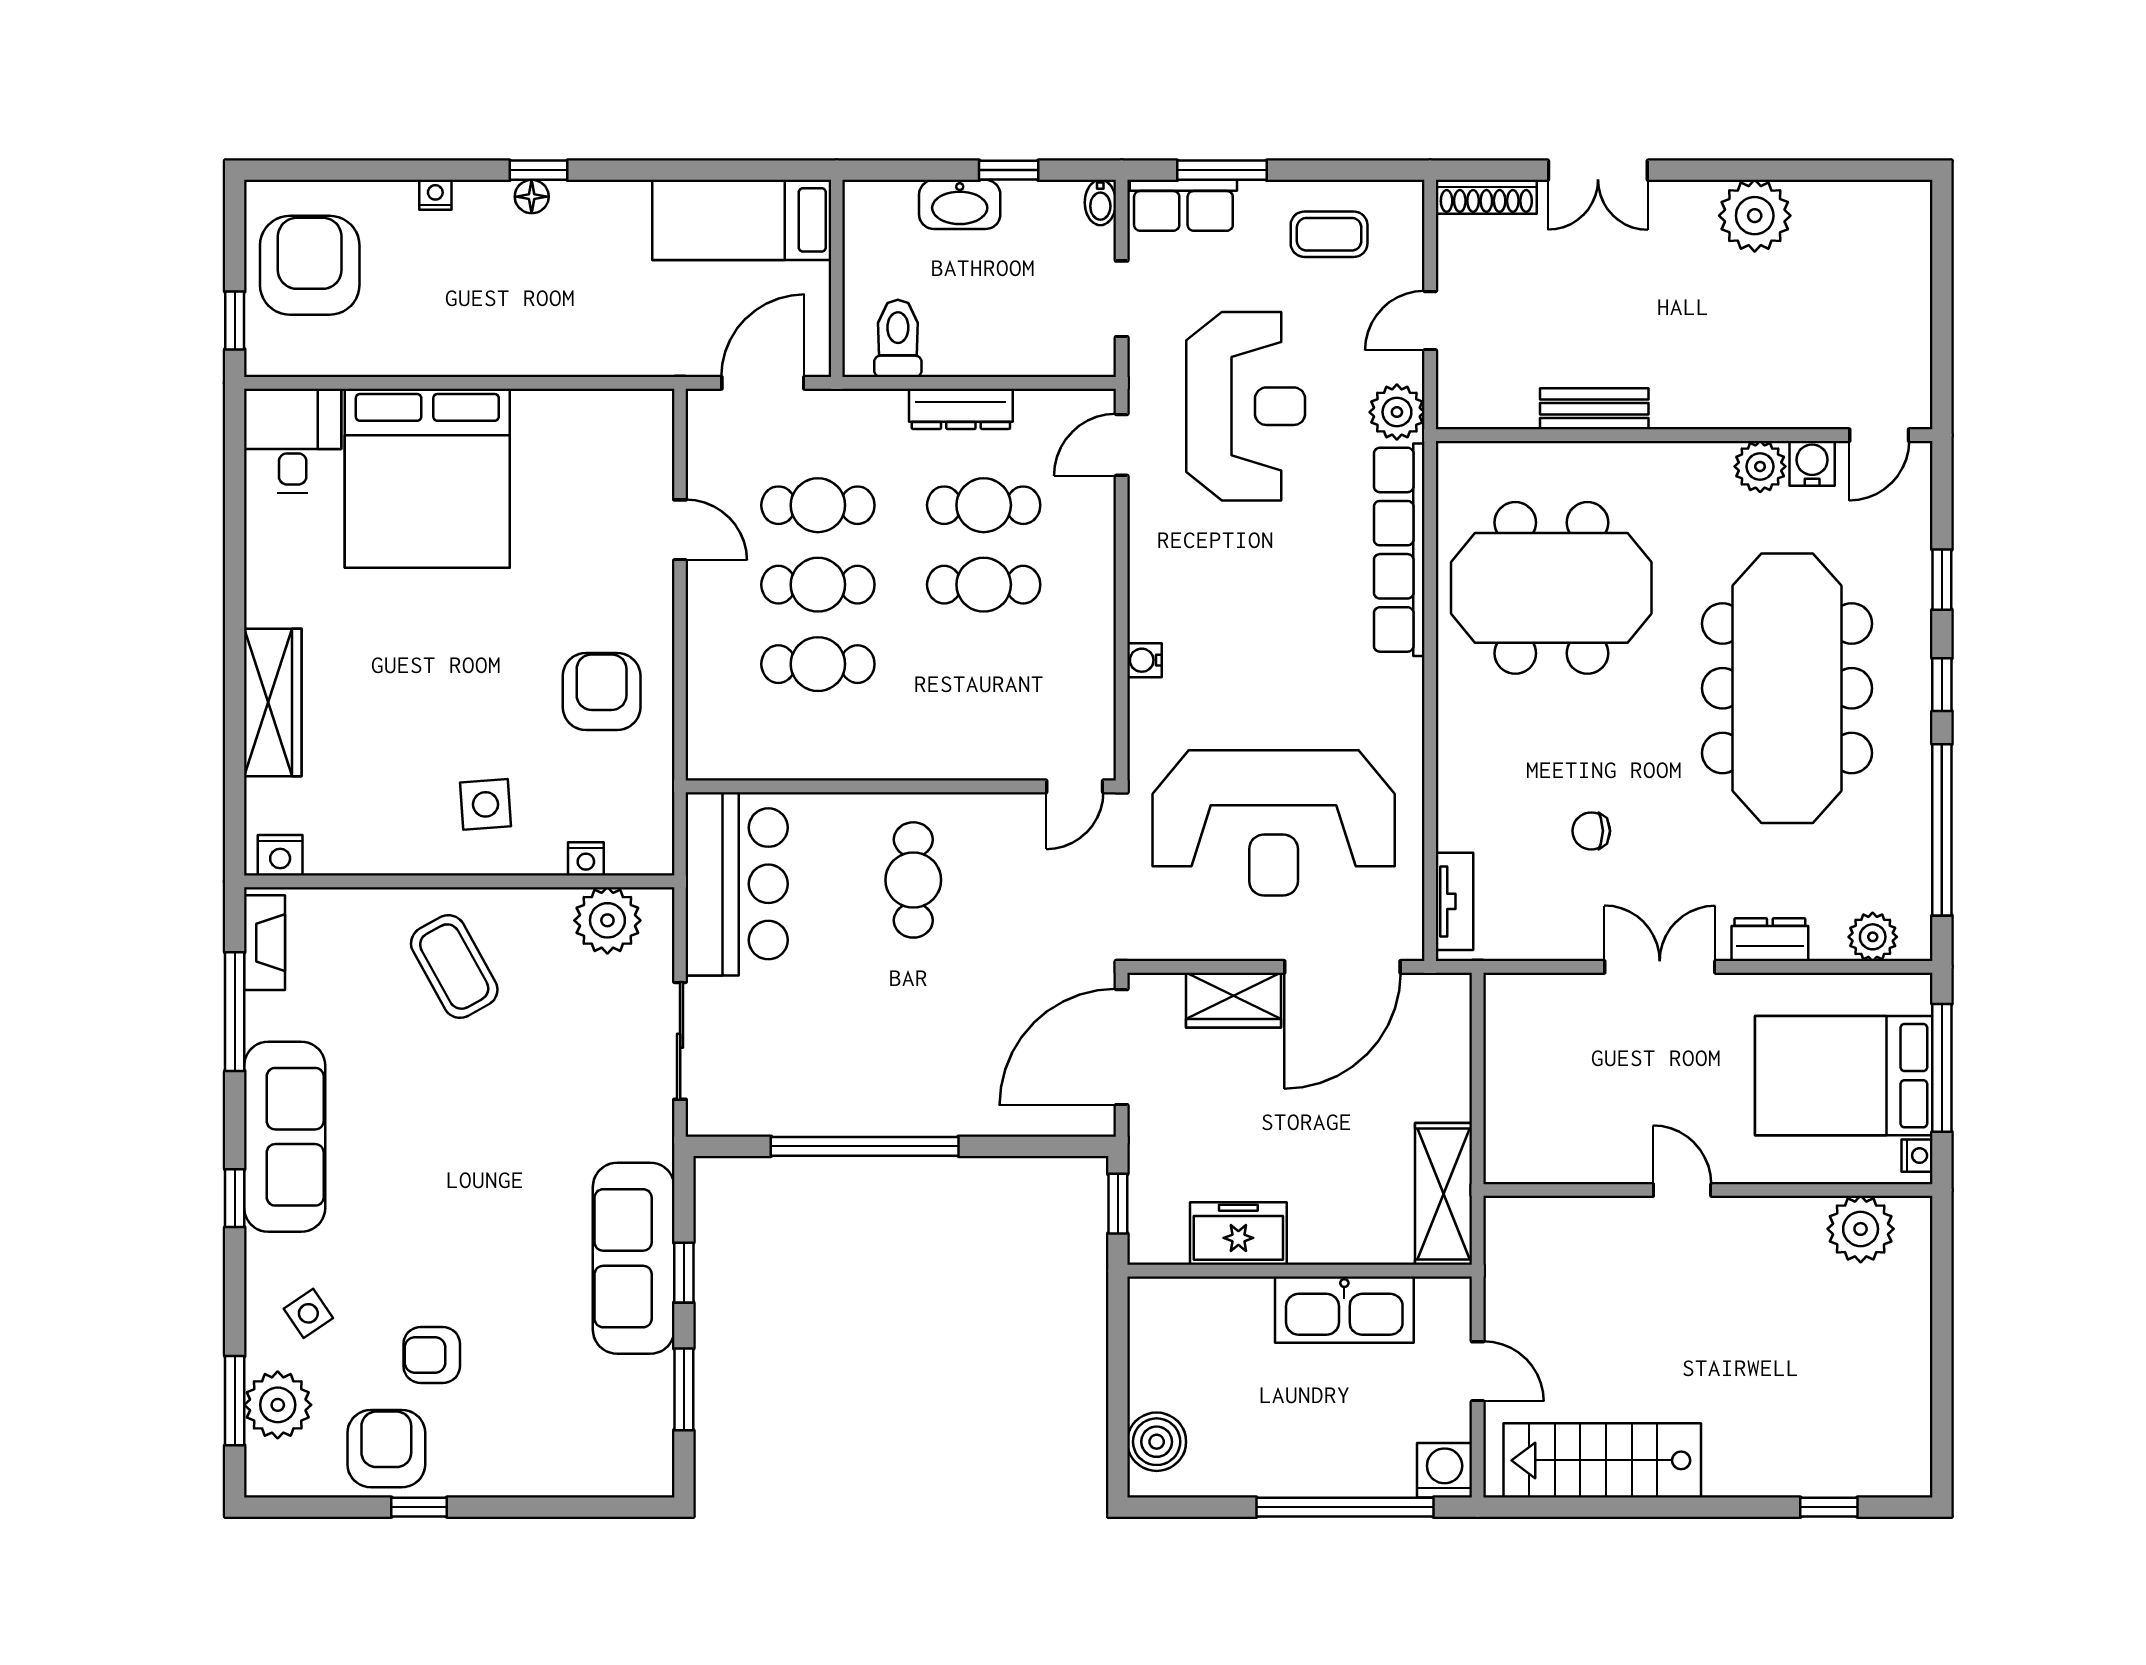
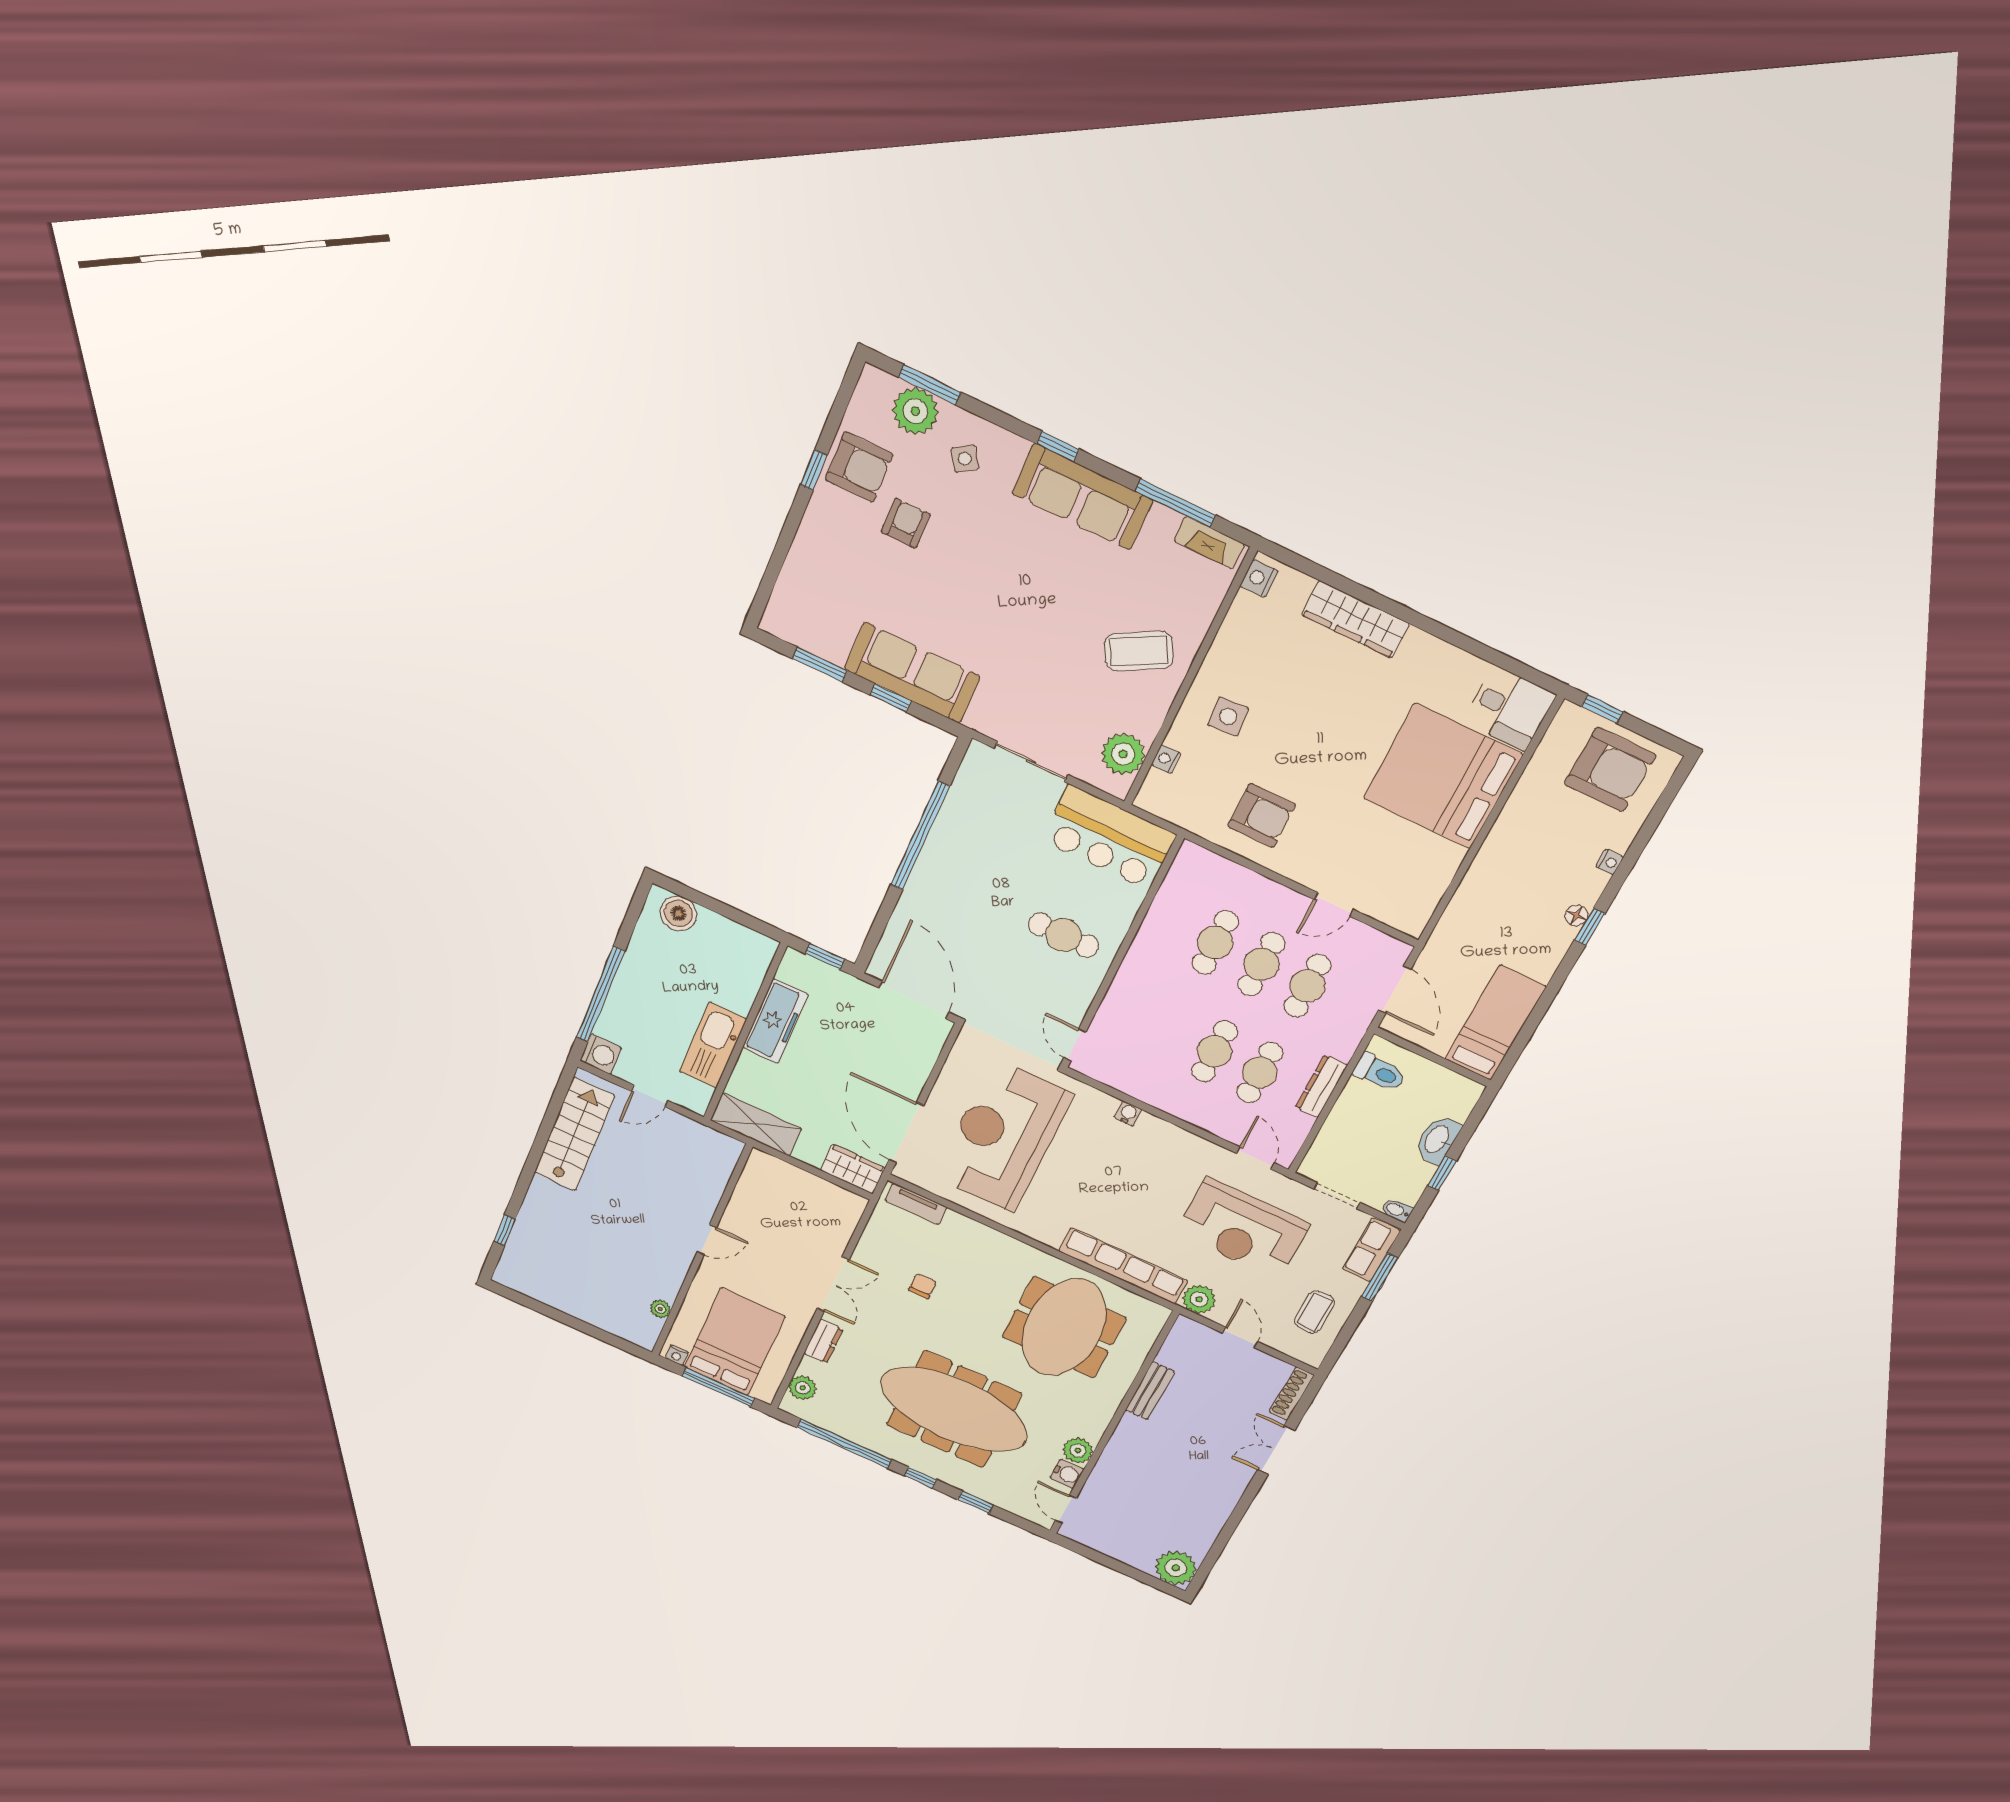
plant: (1755, 216) -> (1176, 1568), moved
wardrobe: (1233, 1000) -> (853, 1169), moved, turned 90
plant: (1861, 1229) -> (660, 1309), width x0.53, depth x0.53
freezer: (1238, 1234) -> (775, 1021), width x1.40

